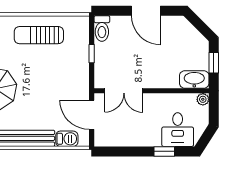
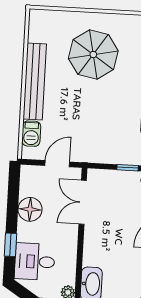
door: (92, 115) -> (57, 164), width x0.73
floor lamp: (133, 136) -> (30, 209), added

